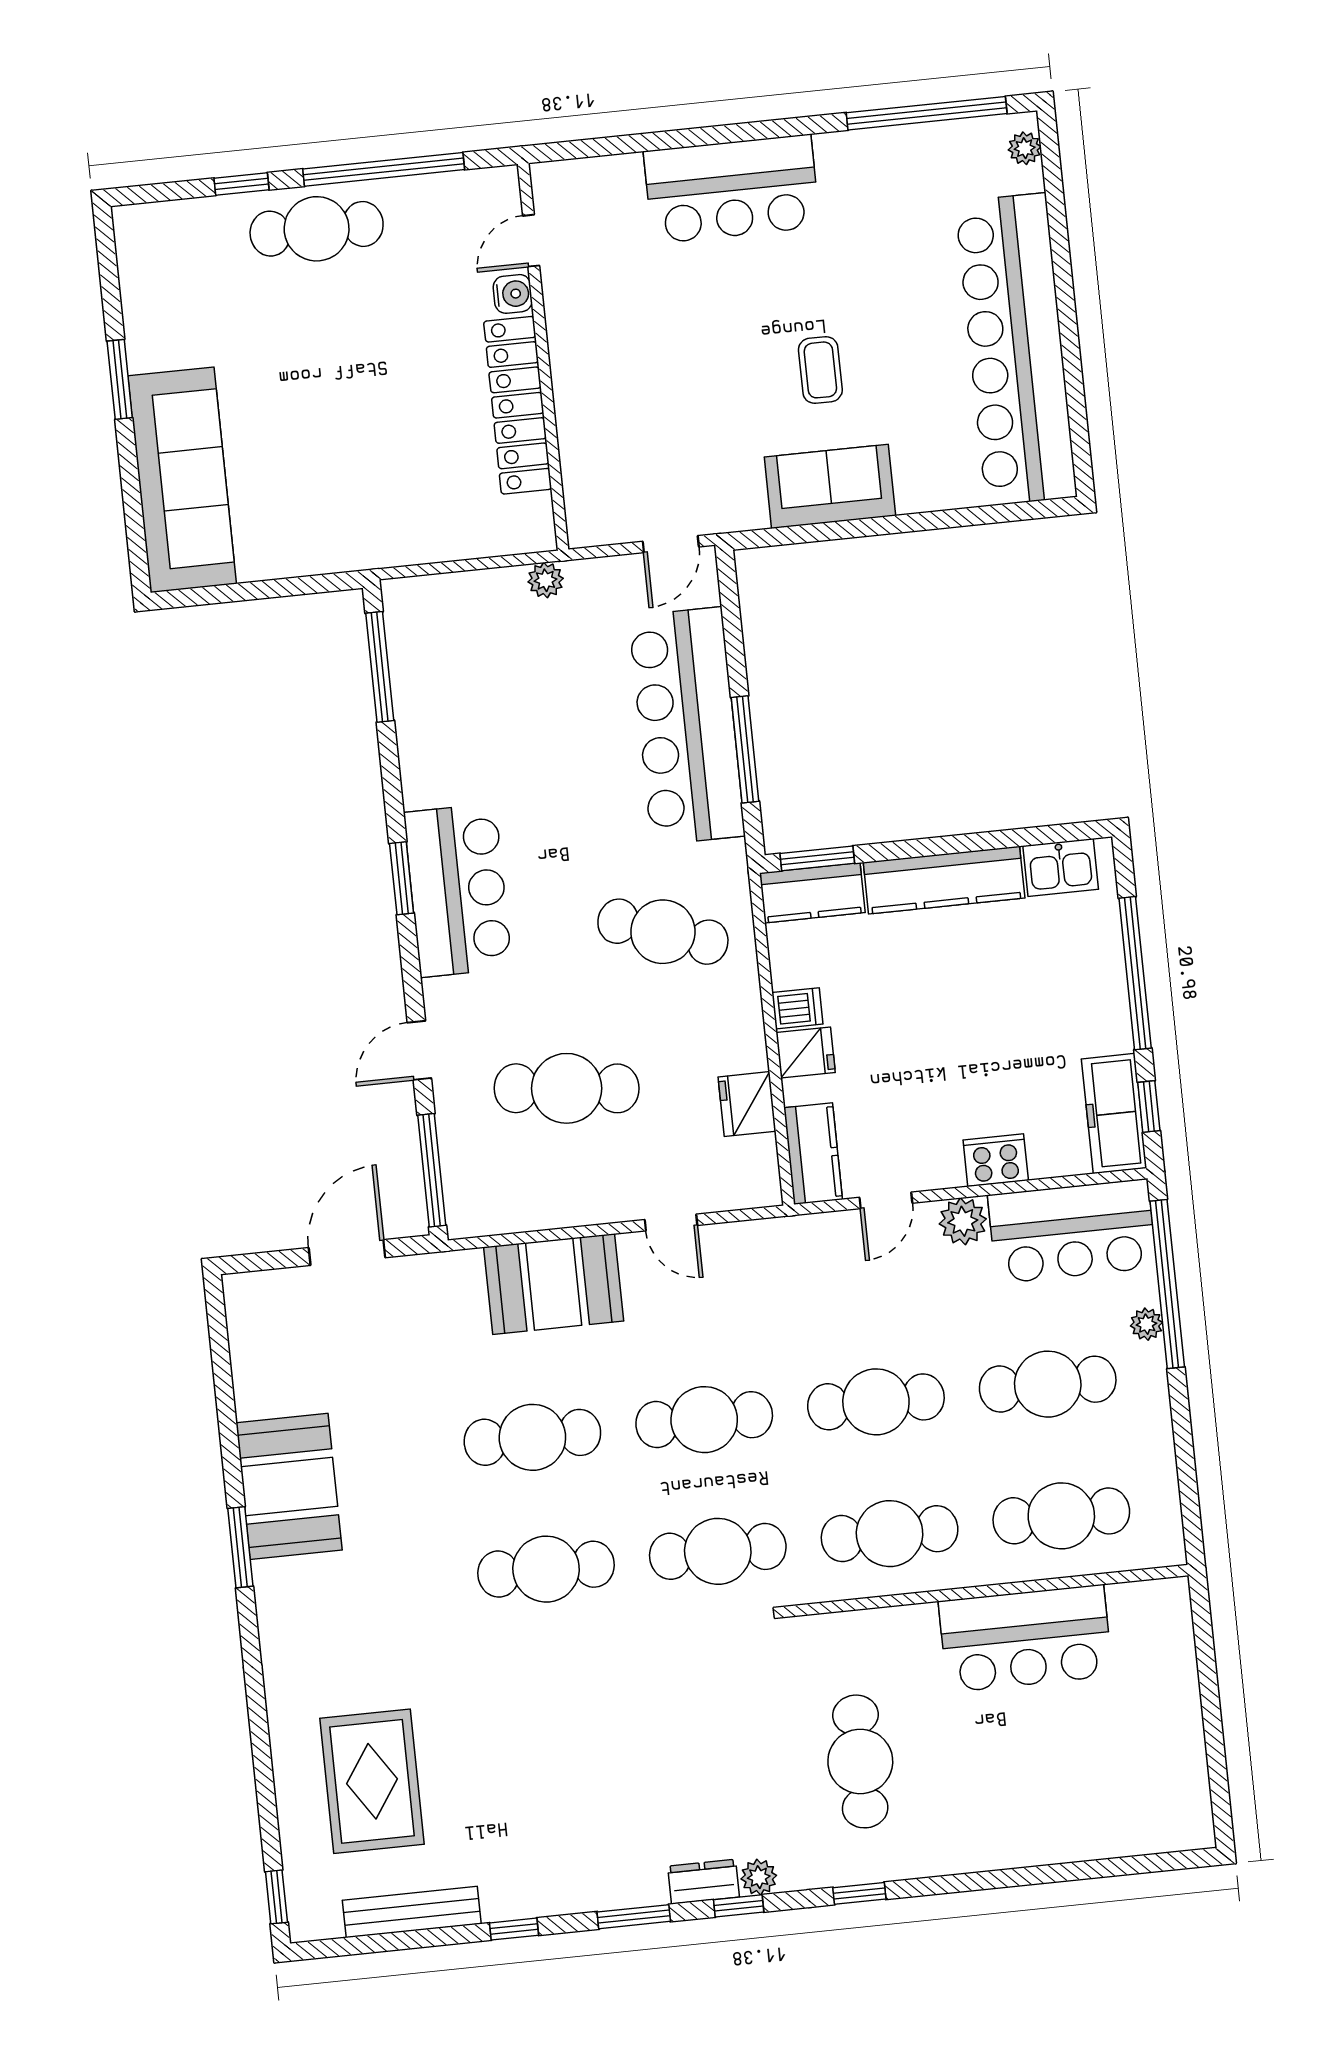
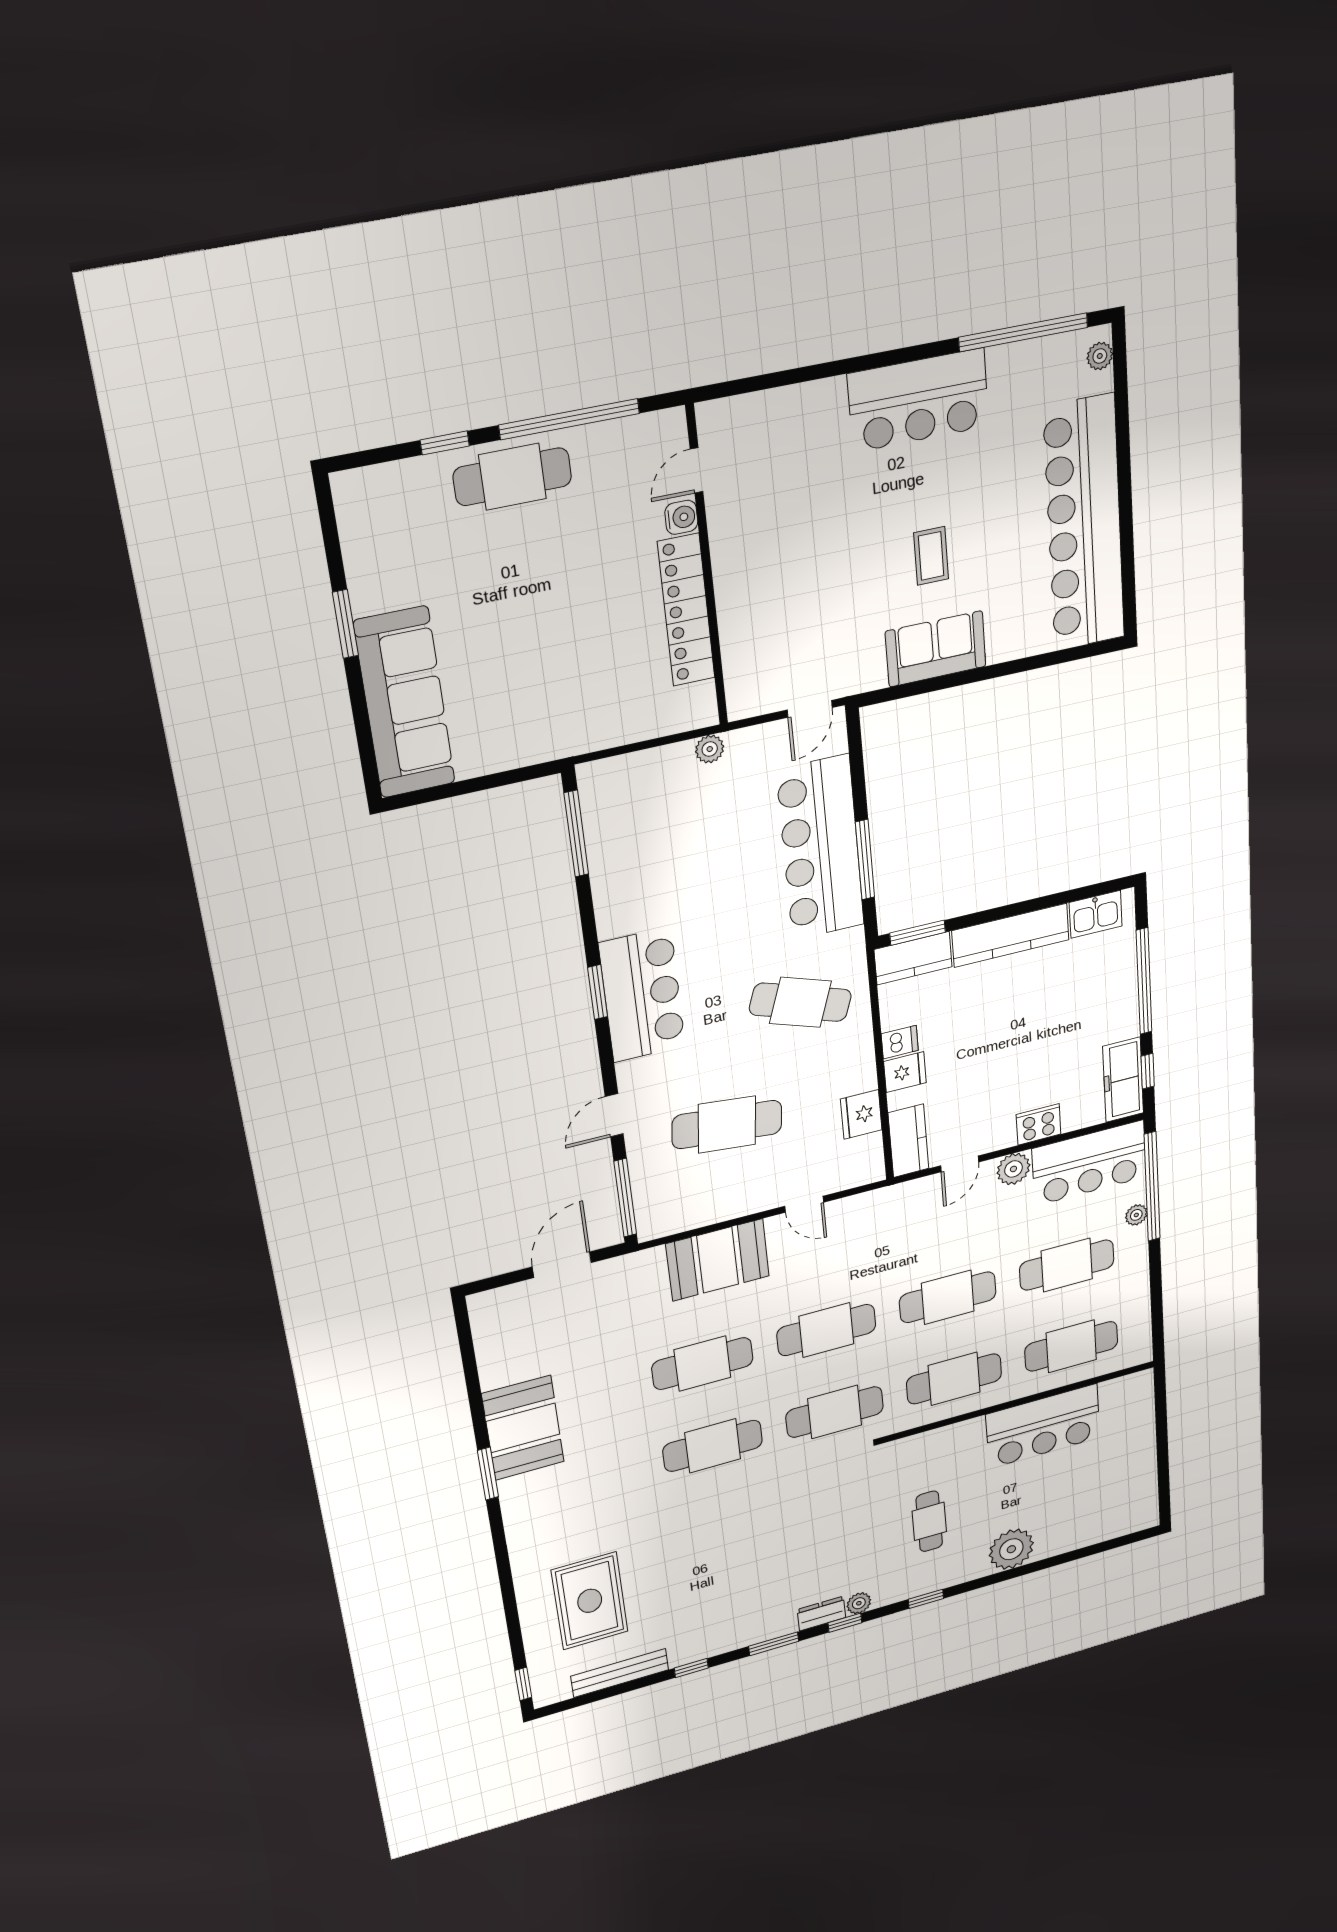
bar counter: (732, 189) -> (919, 400), moved
cafe table: (860, 1761) -> (929, 1521), width x0.73, depth x0.74
plant: (987, 1837) -> (1011, 1549), added

